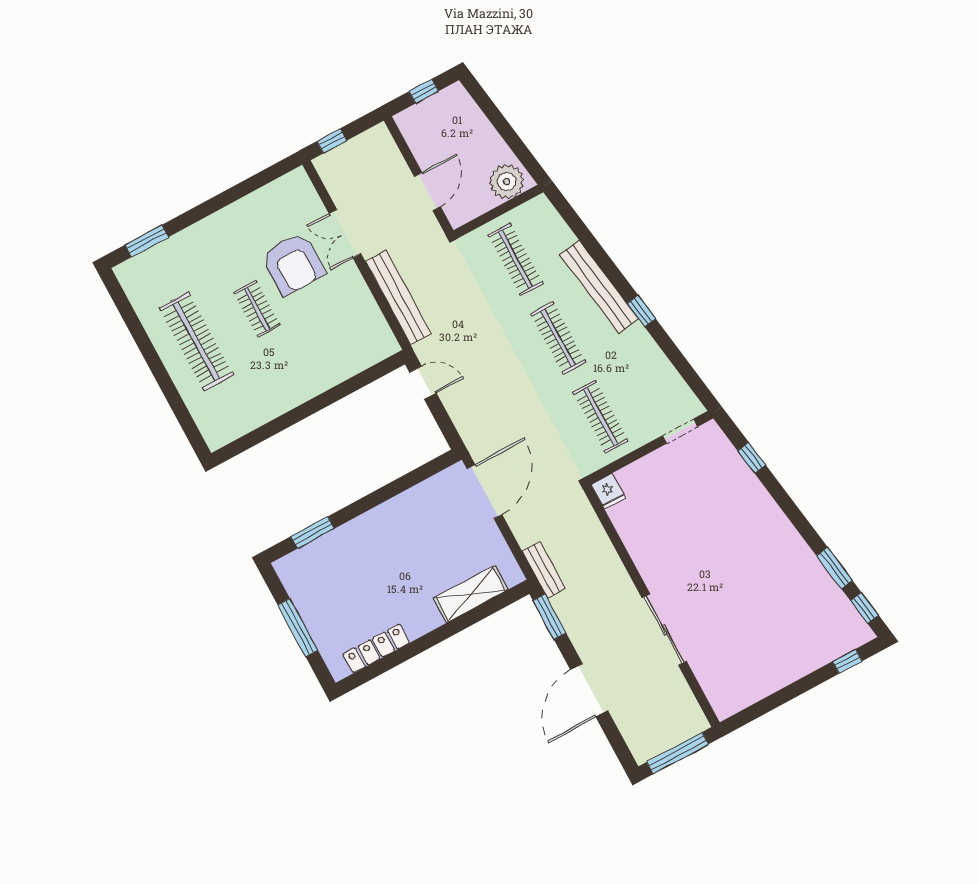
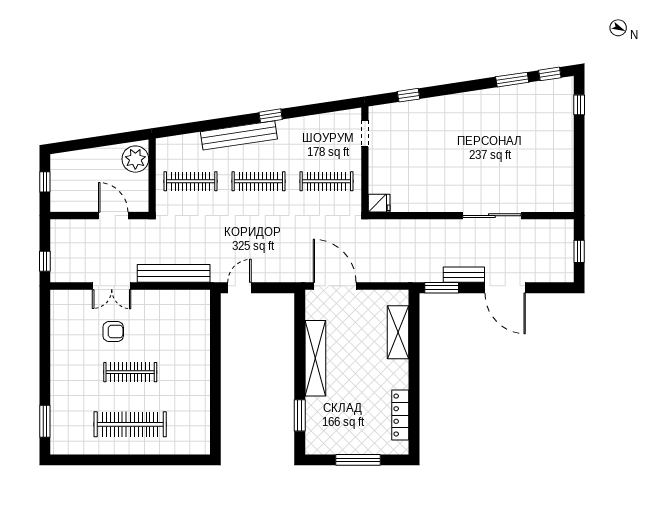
armchair: (293, 264) -> (113, 332), width x0.53, depth x0.53
clothes rail: (257, 309) -> (130, 372), width x1.36
shelving: (389, 515) -> (315, 358), added
bench: (544, 570) -> (464, 275), moved
window: (678, 753) -> (579, 251), width x0.46

